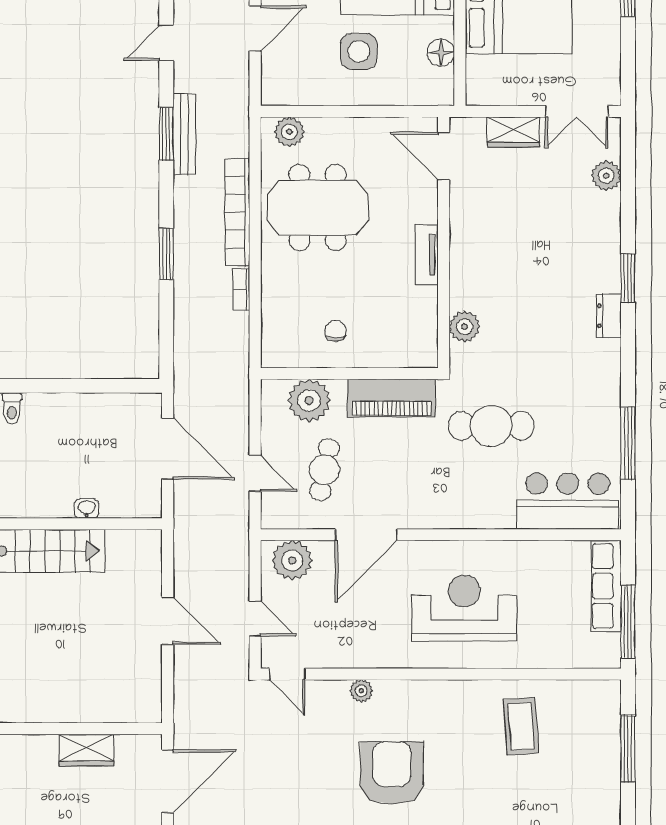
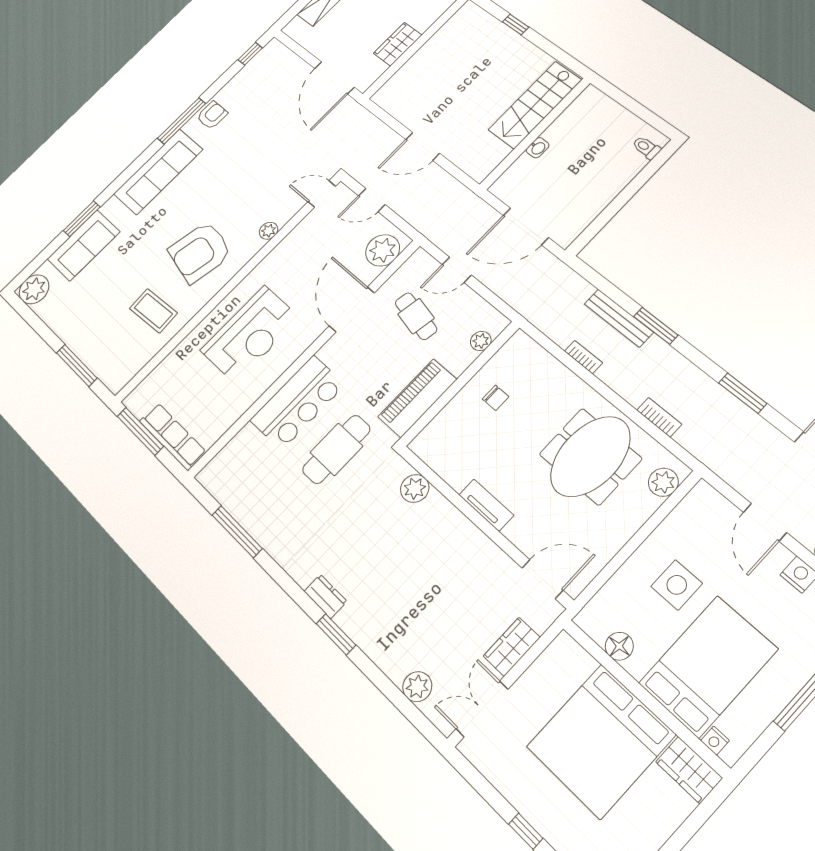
bench: (184, 134) -> (619, 318), moved
bookcase: (237, 212) -> (659, 417), width x0.43, depth x0.76
plant: (309, 400) -> (481, 341), width x0.53, depth x0.53
bar counter: (568, 501) -> (298, 402), moved
armchair: (392, 773) -> (200, 252), moved, turned 102

